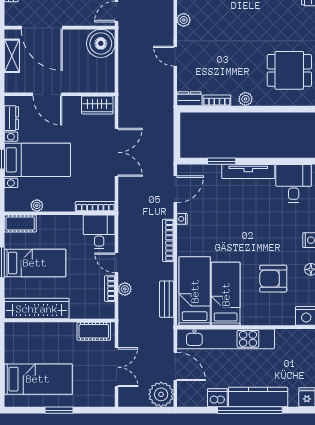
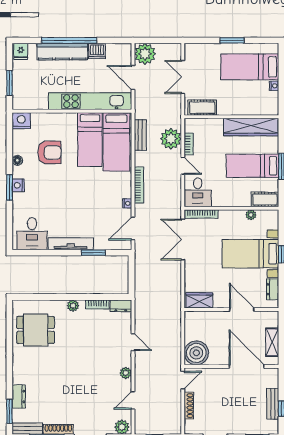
double door: (117, 152) -> (183, 240), moved
plant: (125, 289) -> (171, 139), width x1.87, depth x1.87
nightstand: (10, 357) -> (274, 86), added

